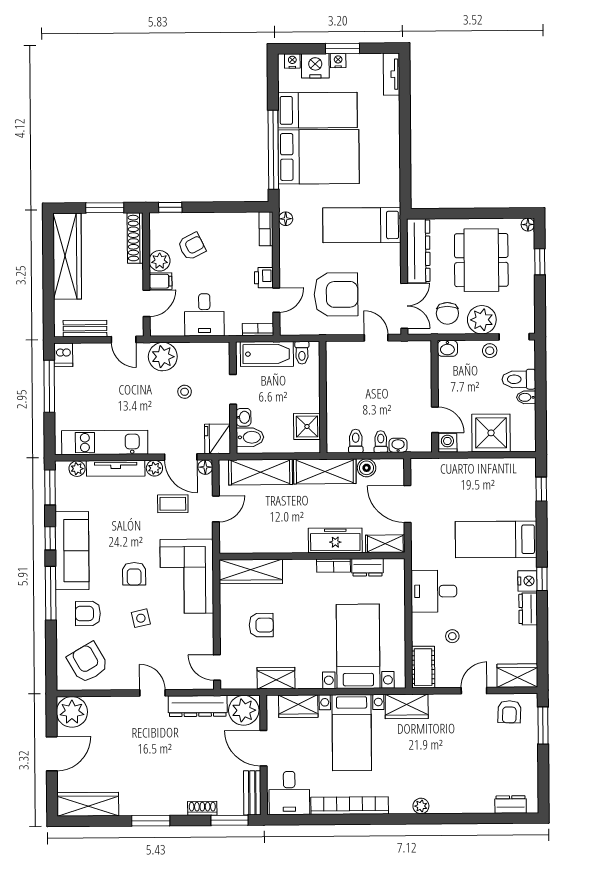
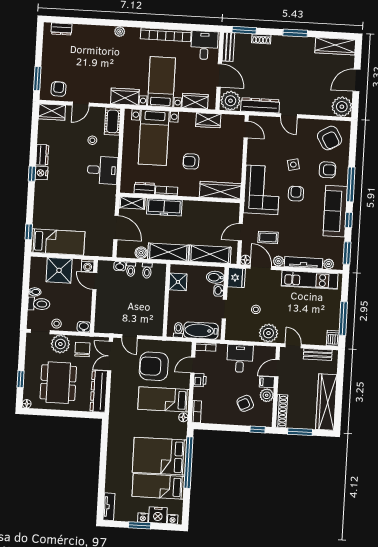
bed: (362, 225) -> (164, 399), moved, turned 180
bed: (496, 539) -> (58, 242), moved
armchair: (261, 625) -> (191, 161), moved

